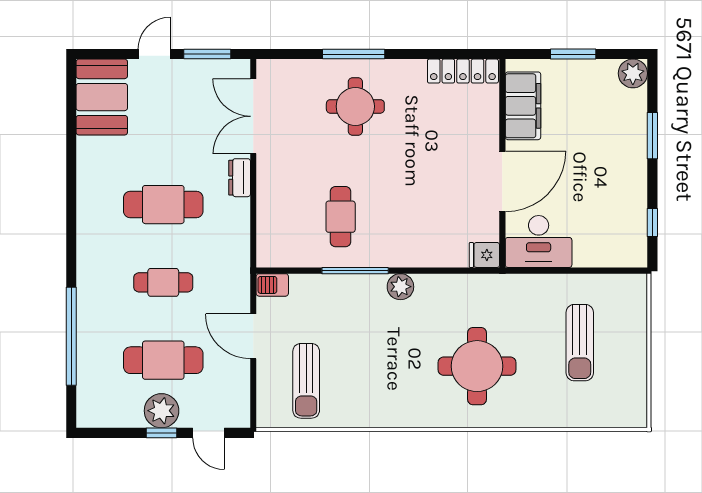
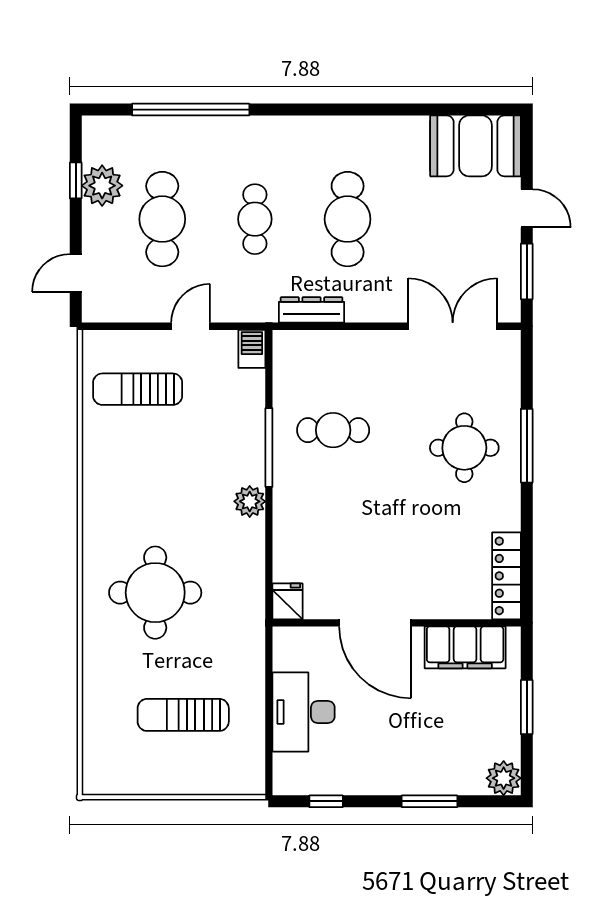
dresser: (240, 178) -> (312, 310), moved, width x1.44
desk: (539, 242) -> (304, 712), moved
door: (253, 336) -> (191, 326), width x0.73
plant: (162, 411) -> (102, 186), moved
window: (161, 433) -> (76, 180), moved

